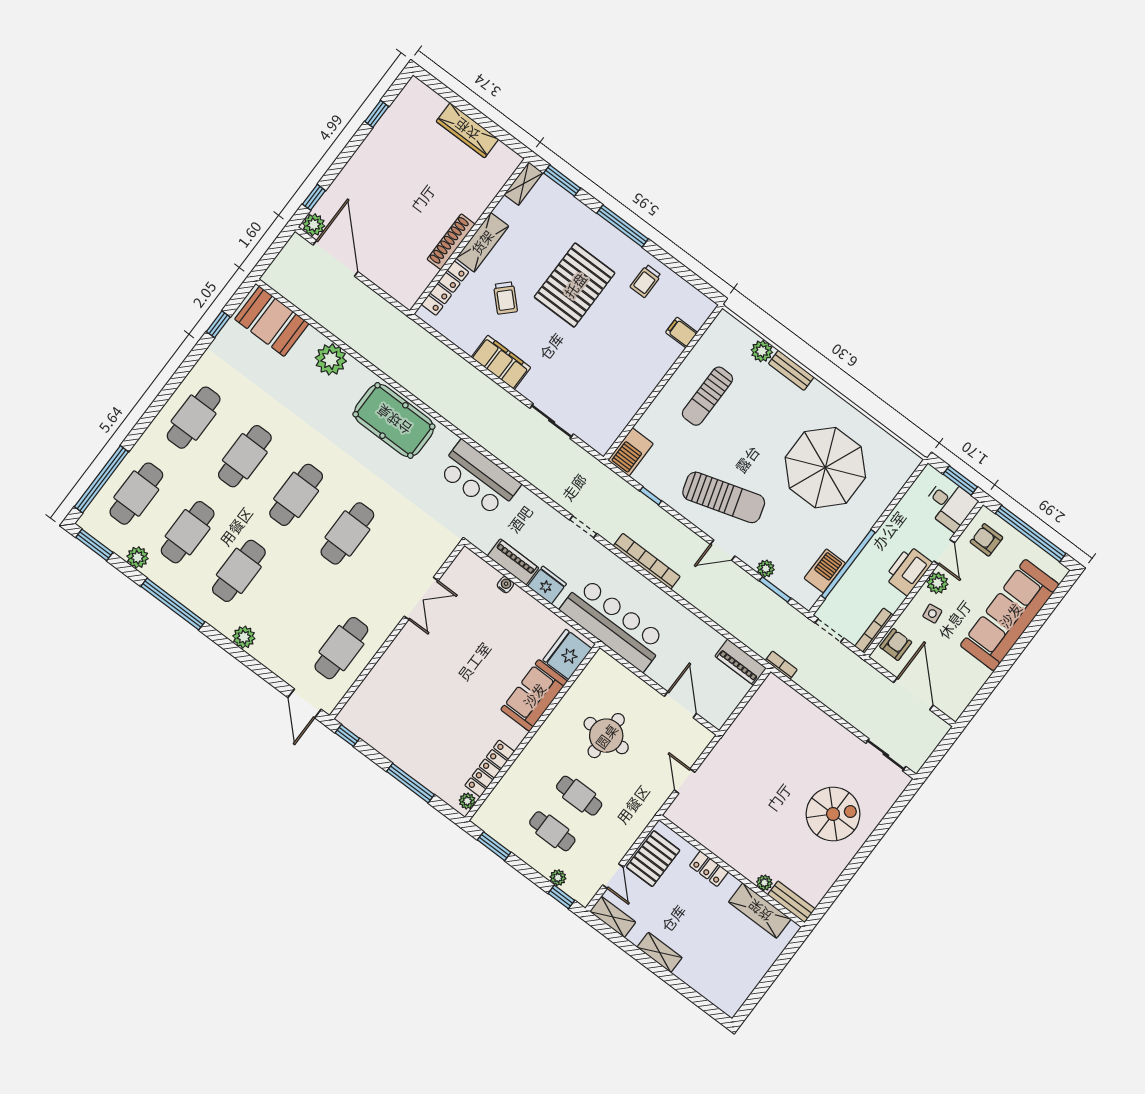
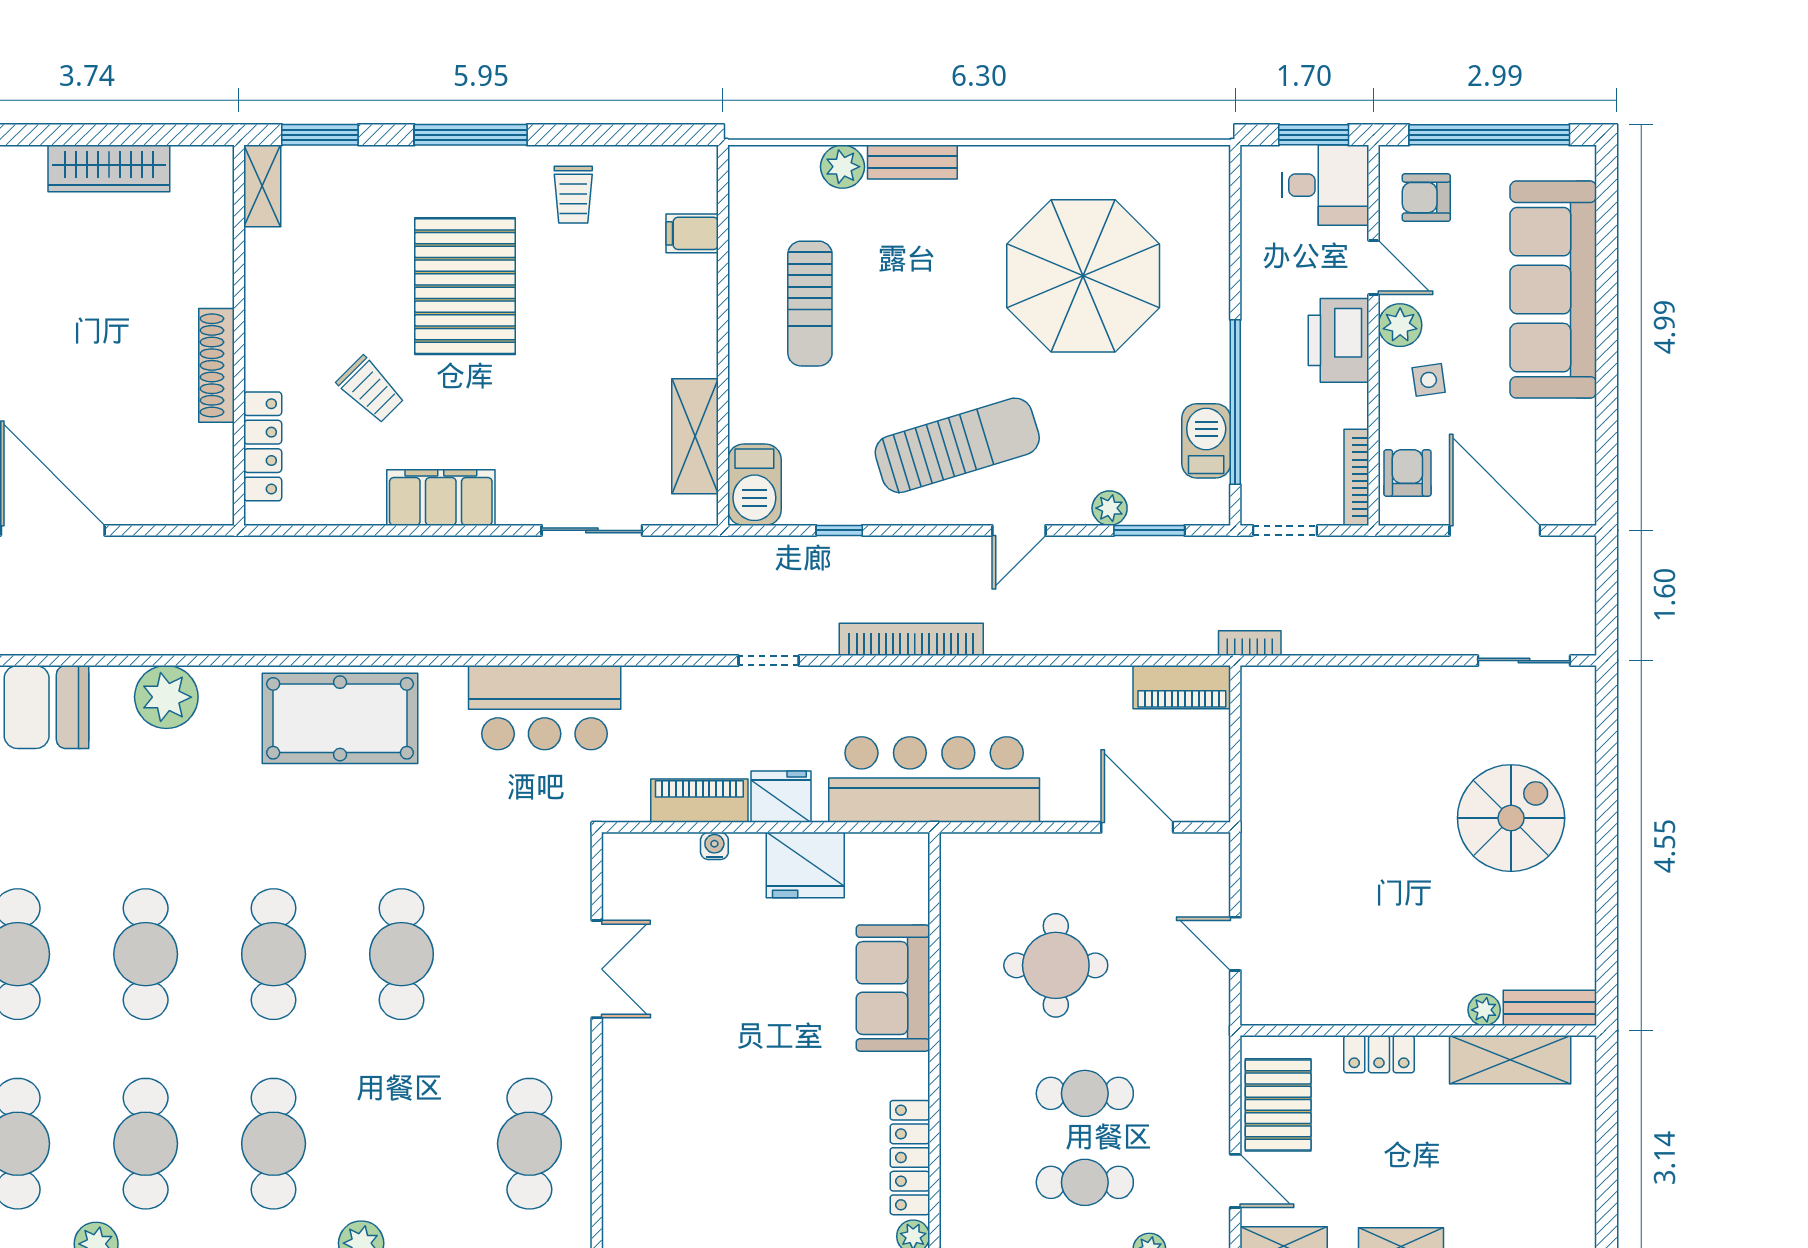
shelving: (482, 242) -> (695, 436), moved
fridge: (567, 654) -> (805, 865), moved, turned -90

